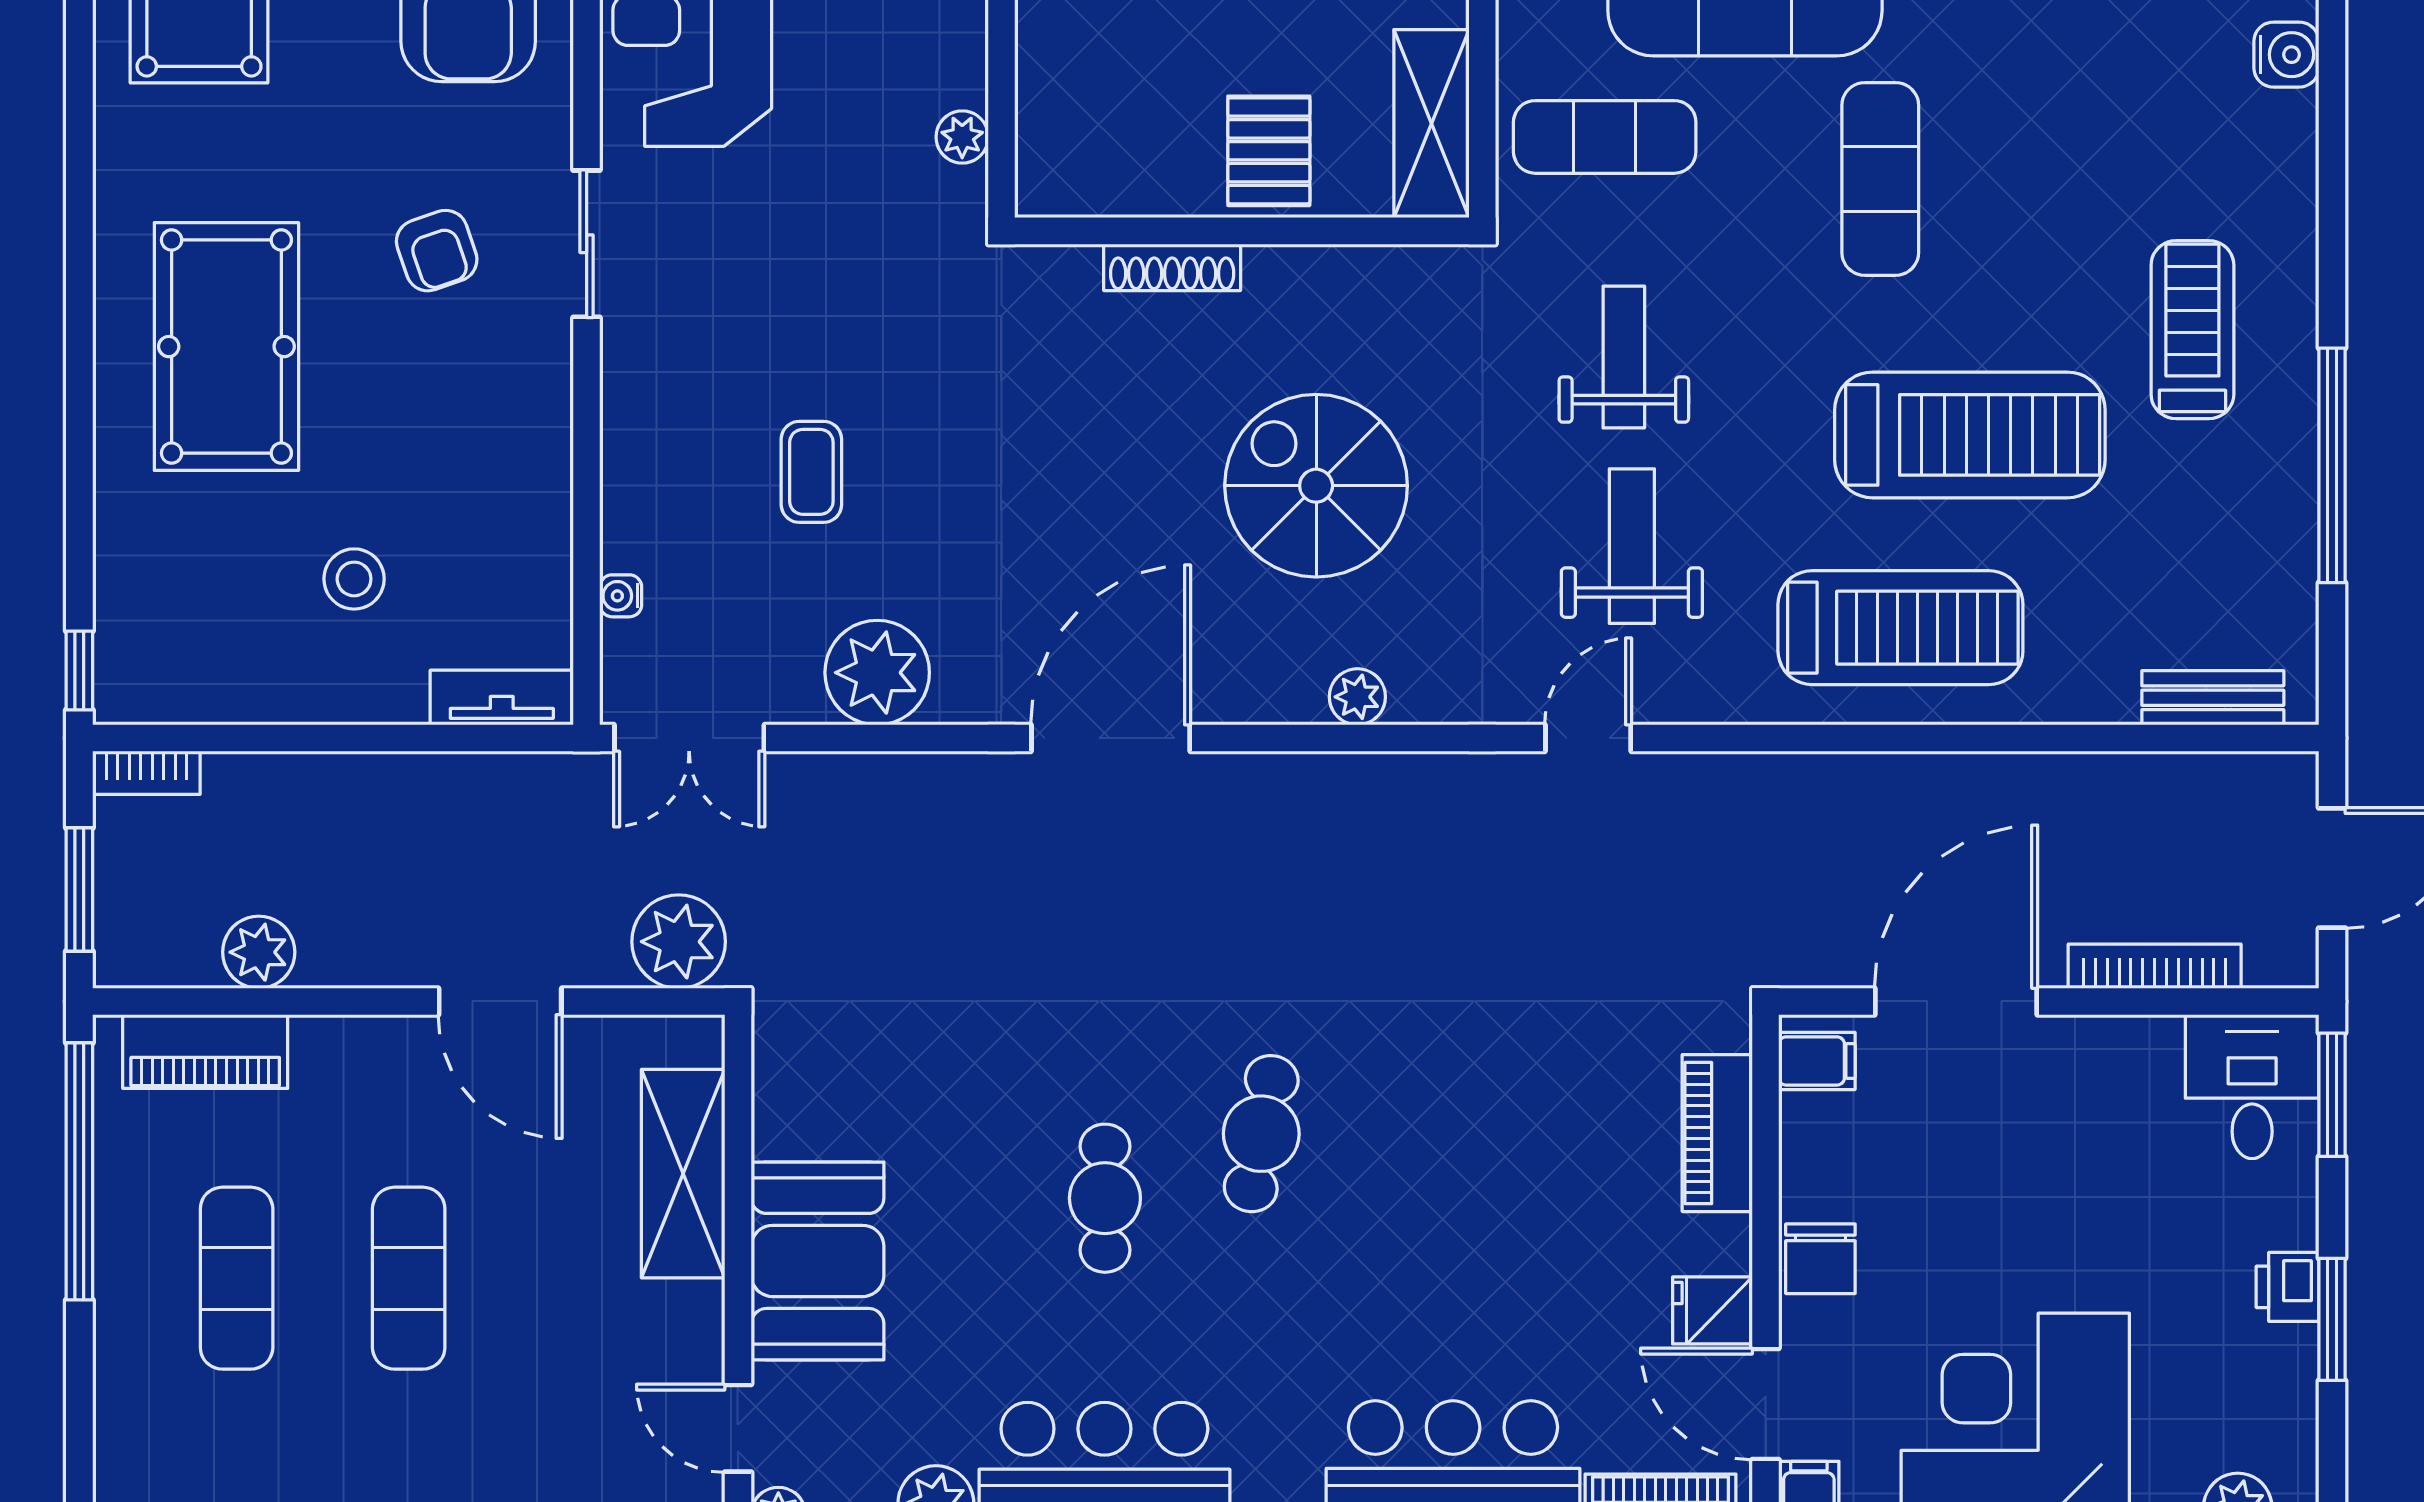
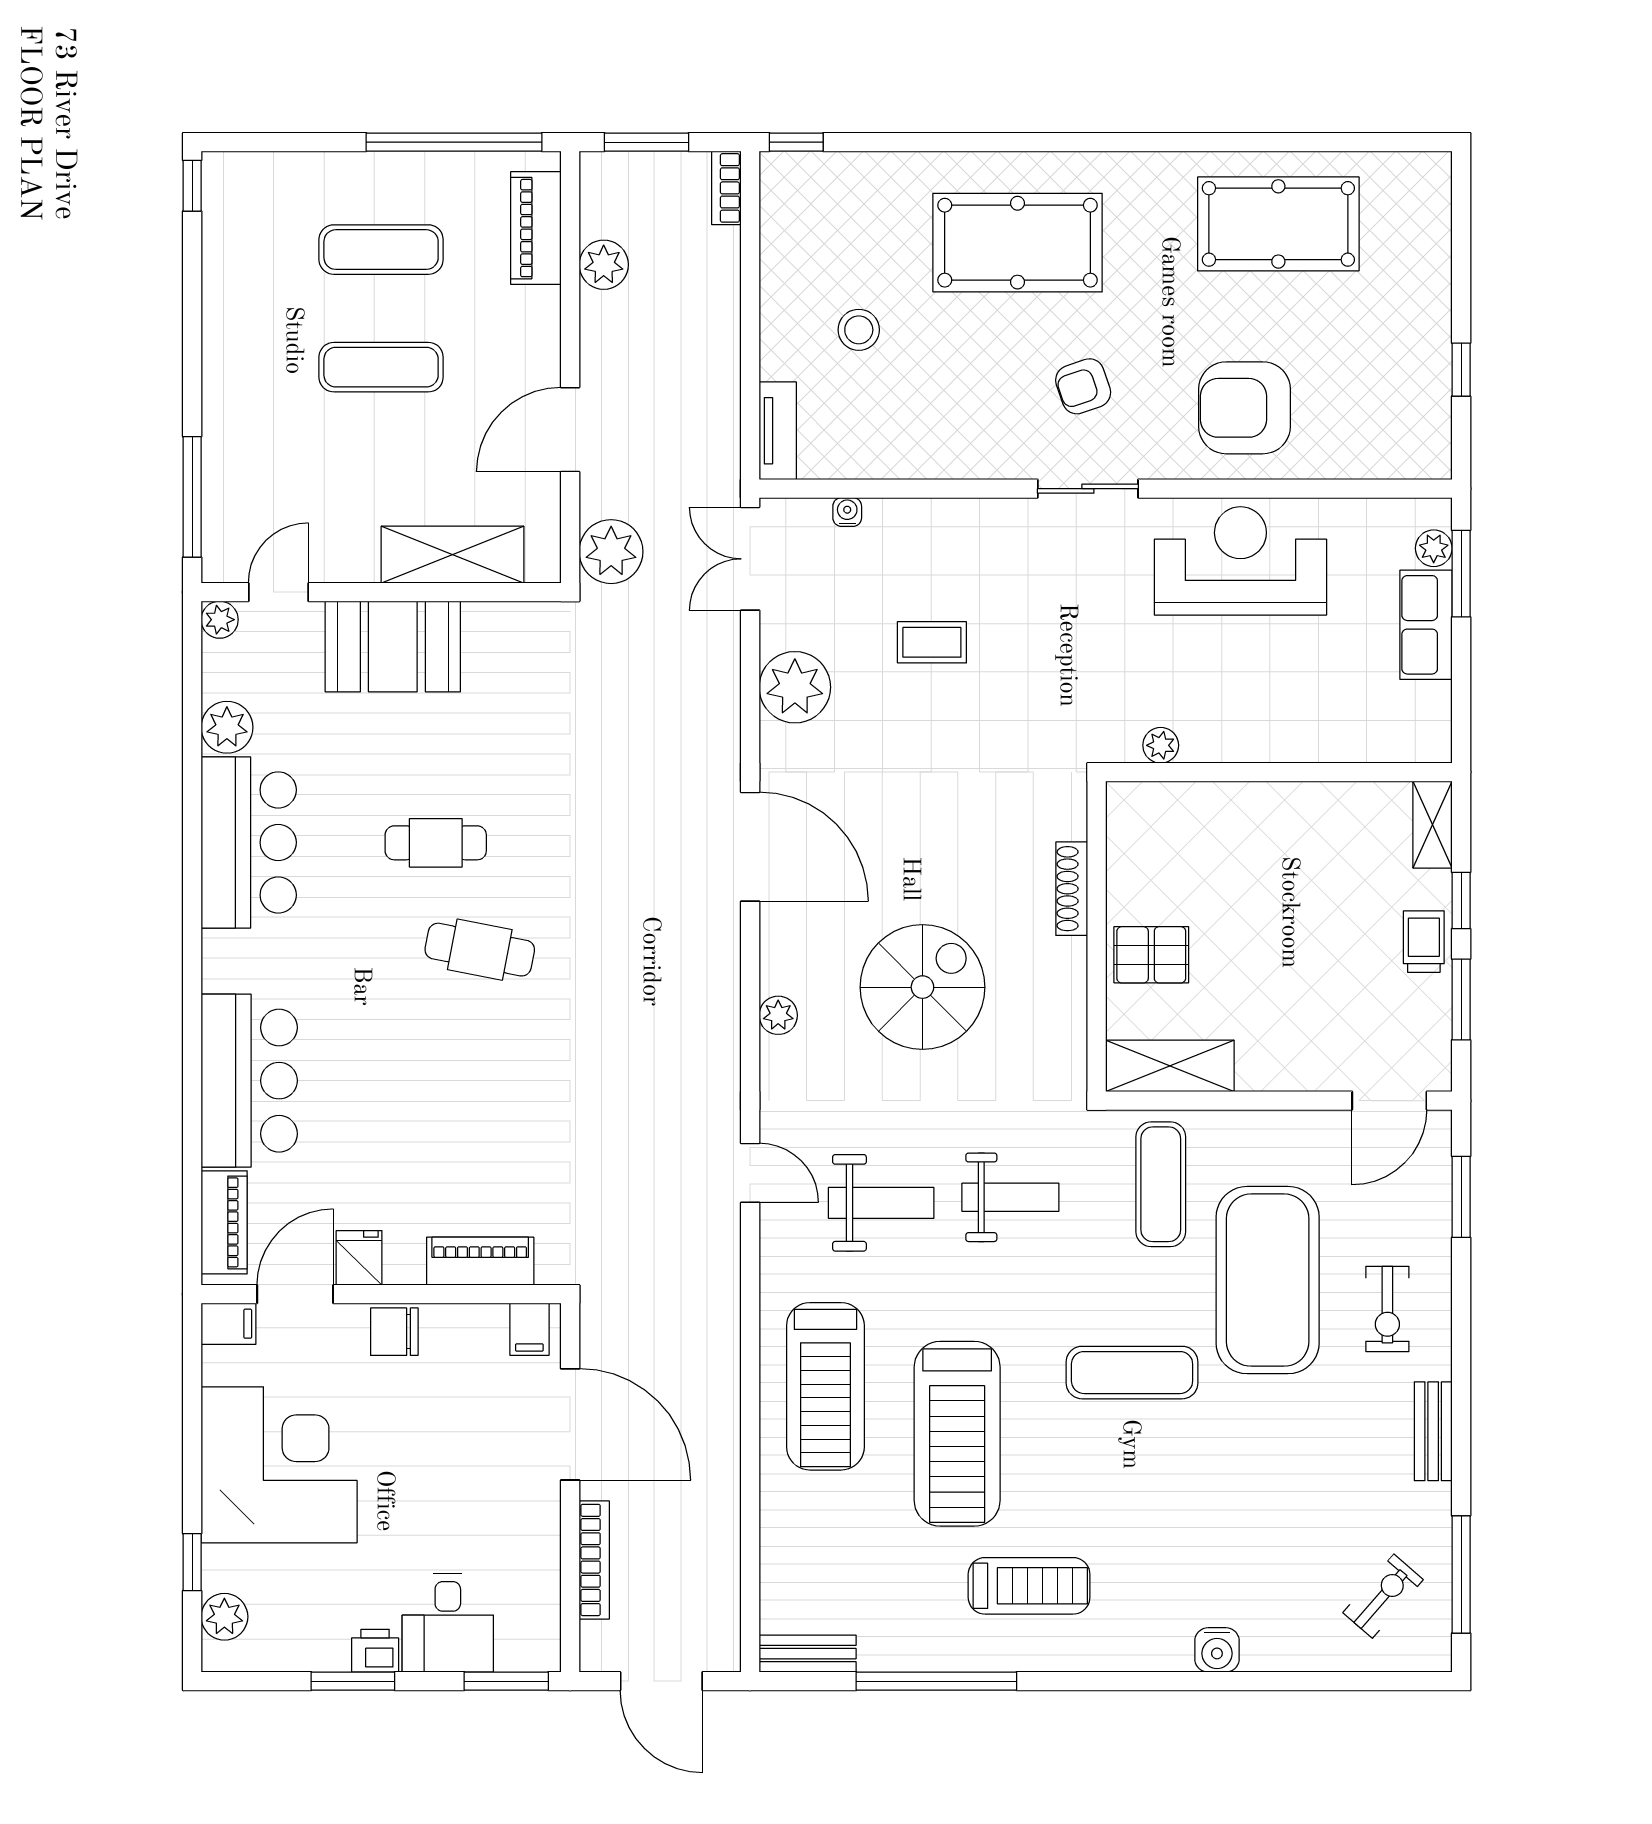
bench: (2213, 698) -> (808, 1654), moved, turned 90
desk: (2252, 1087) -> (448, 1623), moved, turned 90

